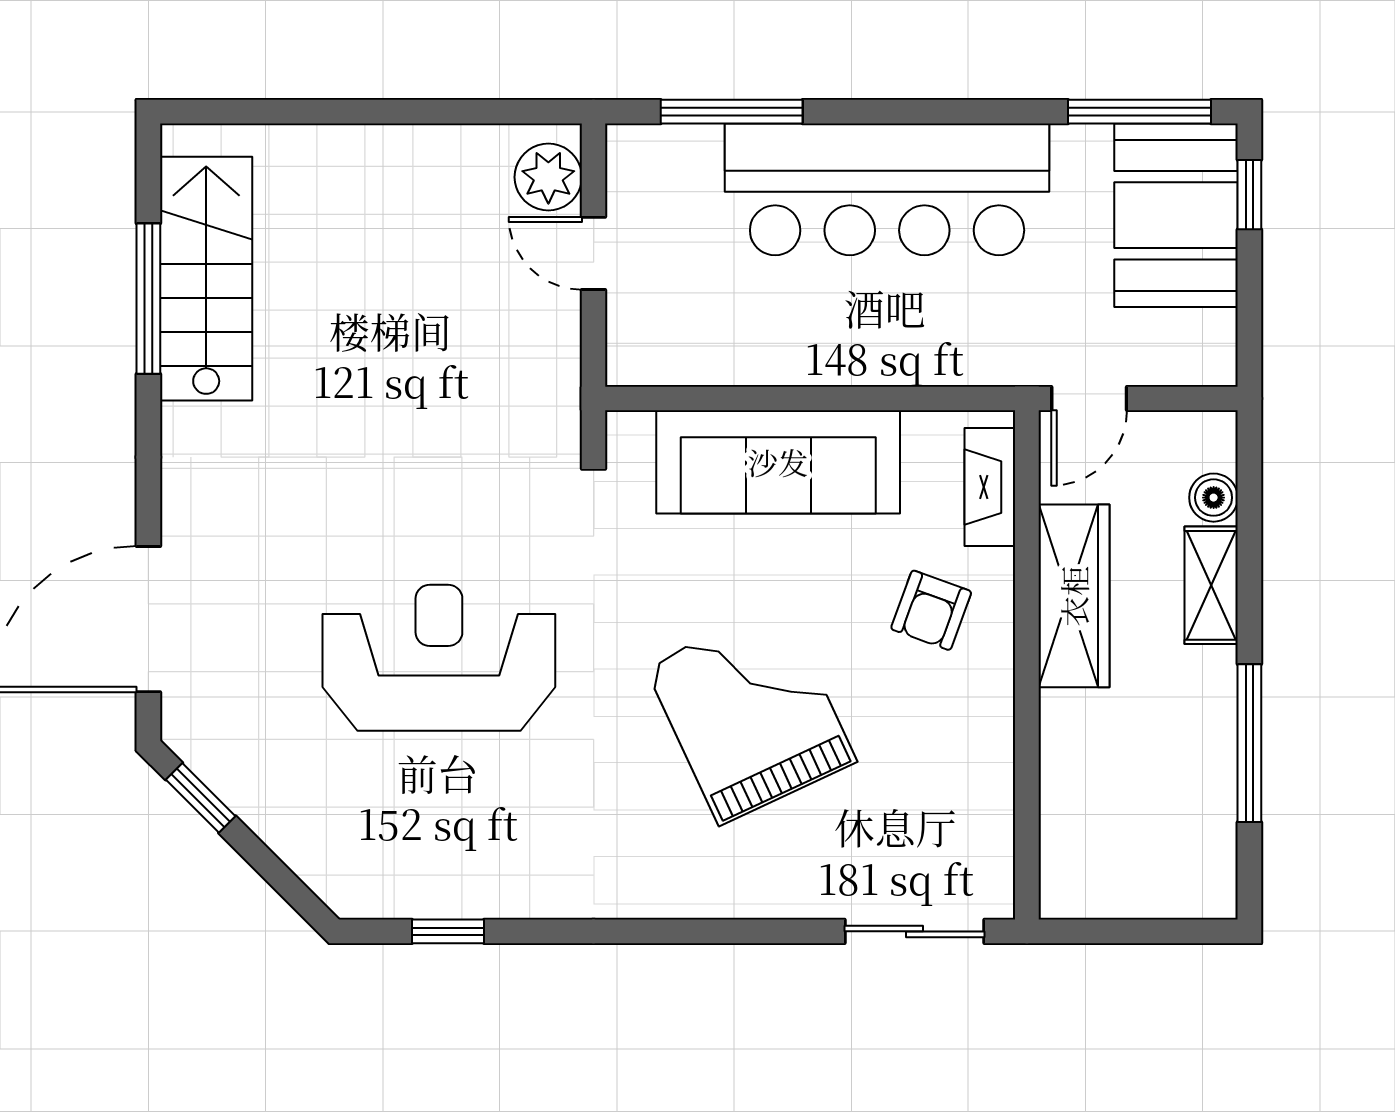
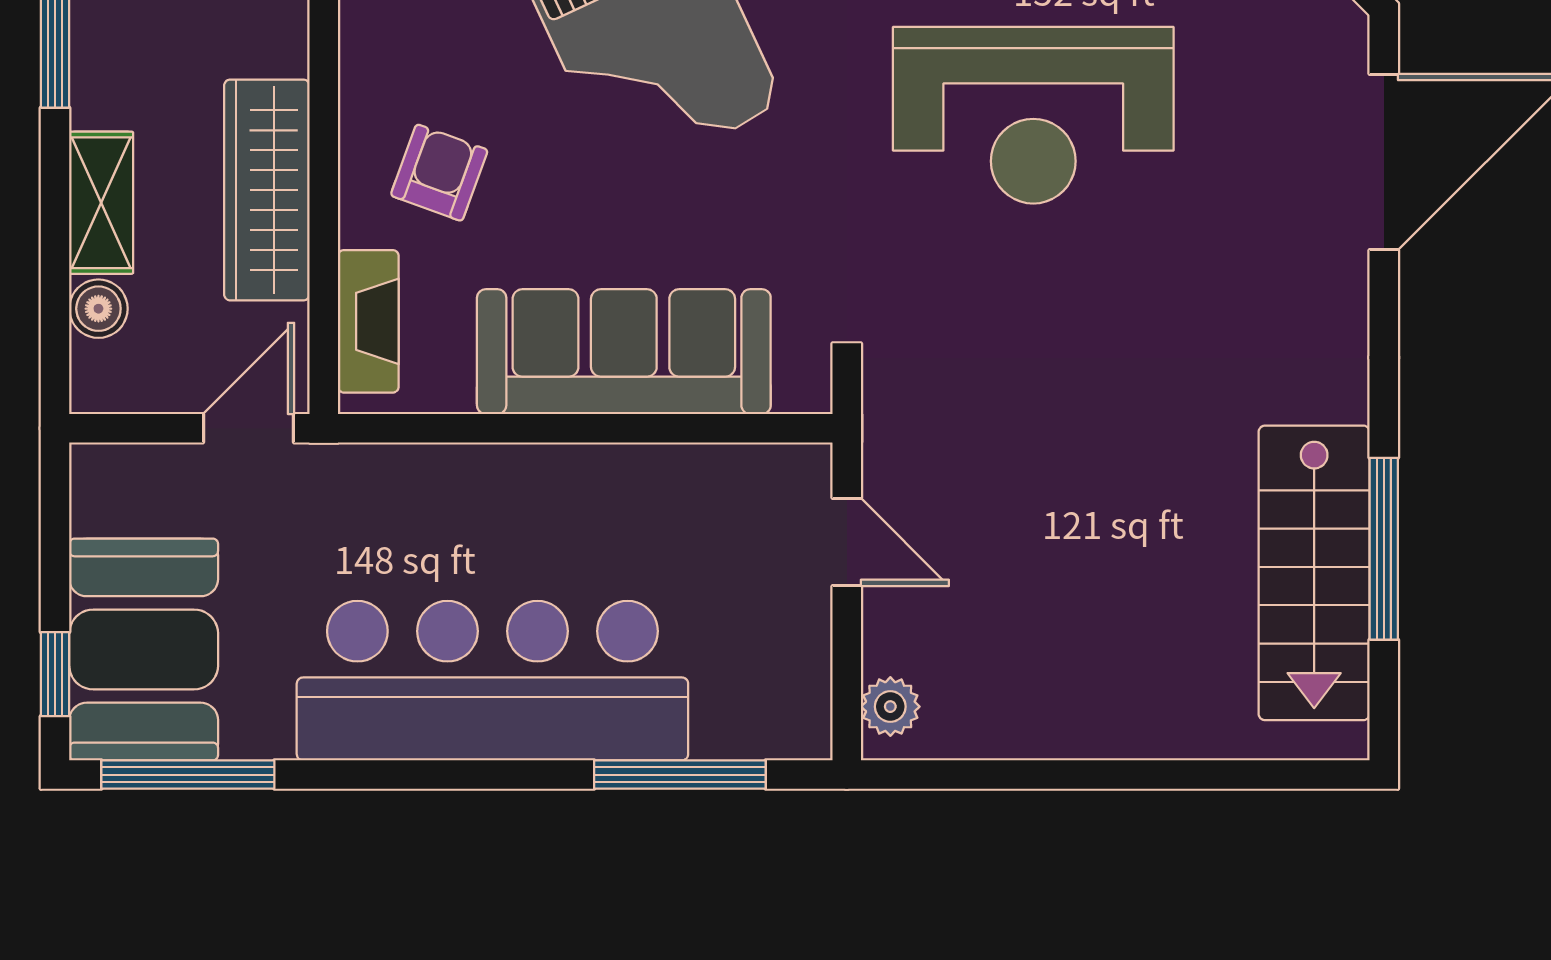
plant: (548, 177) -> (890, 707), width x0.73, depth x0.73
door: (594, 253) -> (847, 542), moved

